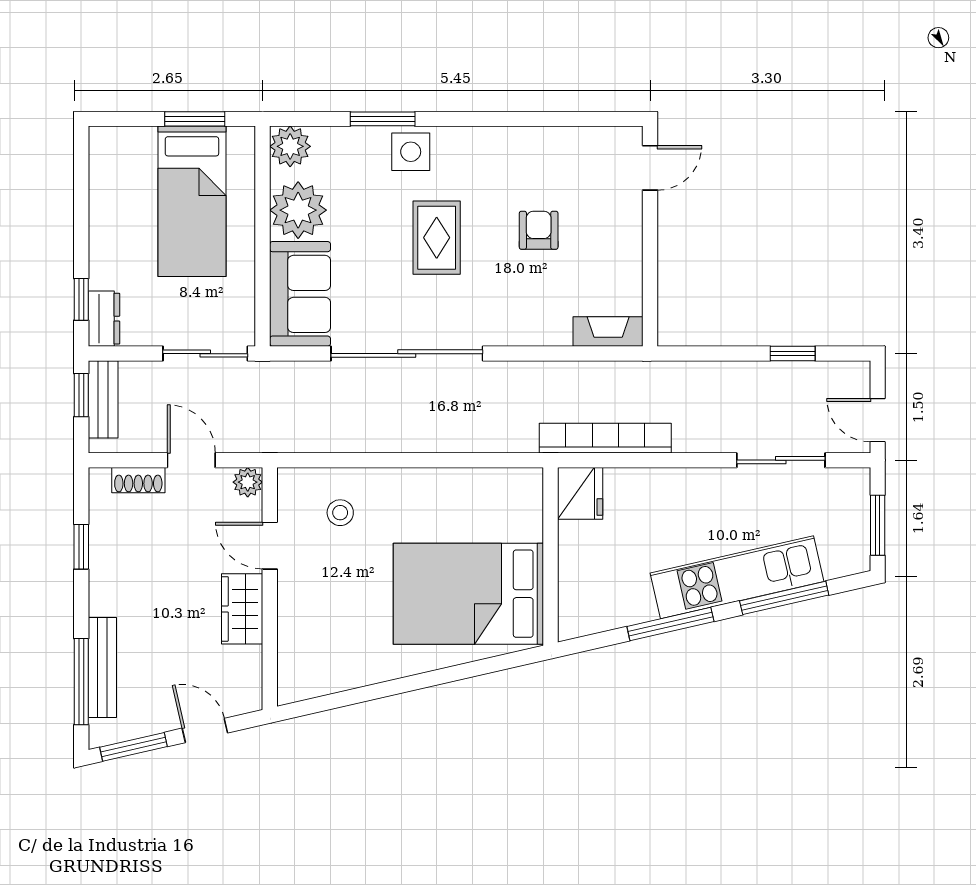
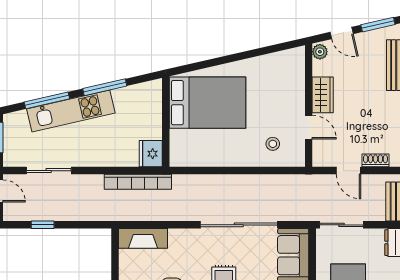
fireplace: (608, 331) -> (143, 238), width x1.37, depth x1.32
plant: (248, 482) -> (320, 52), moved

